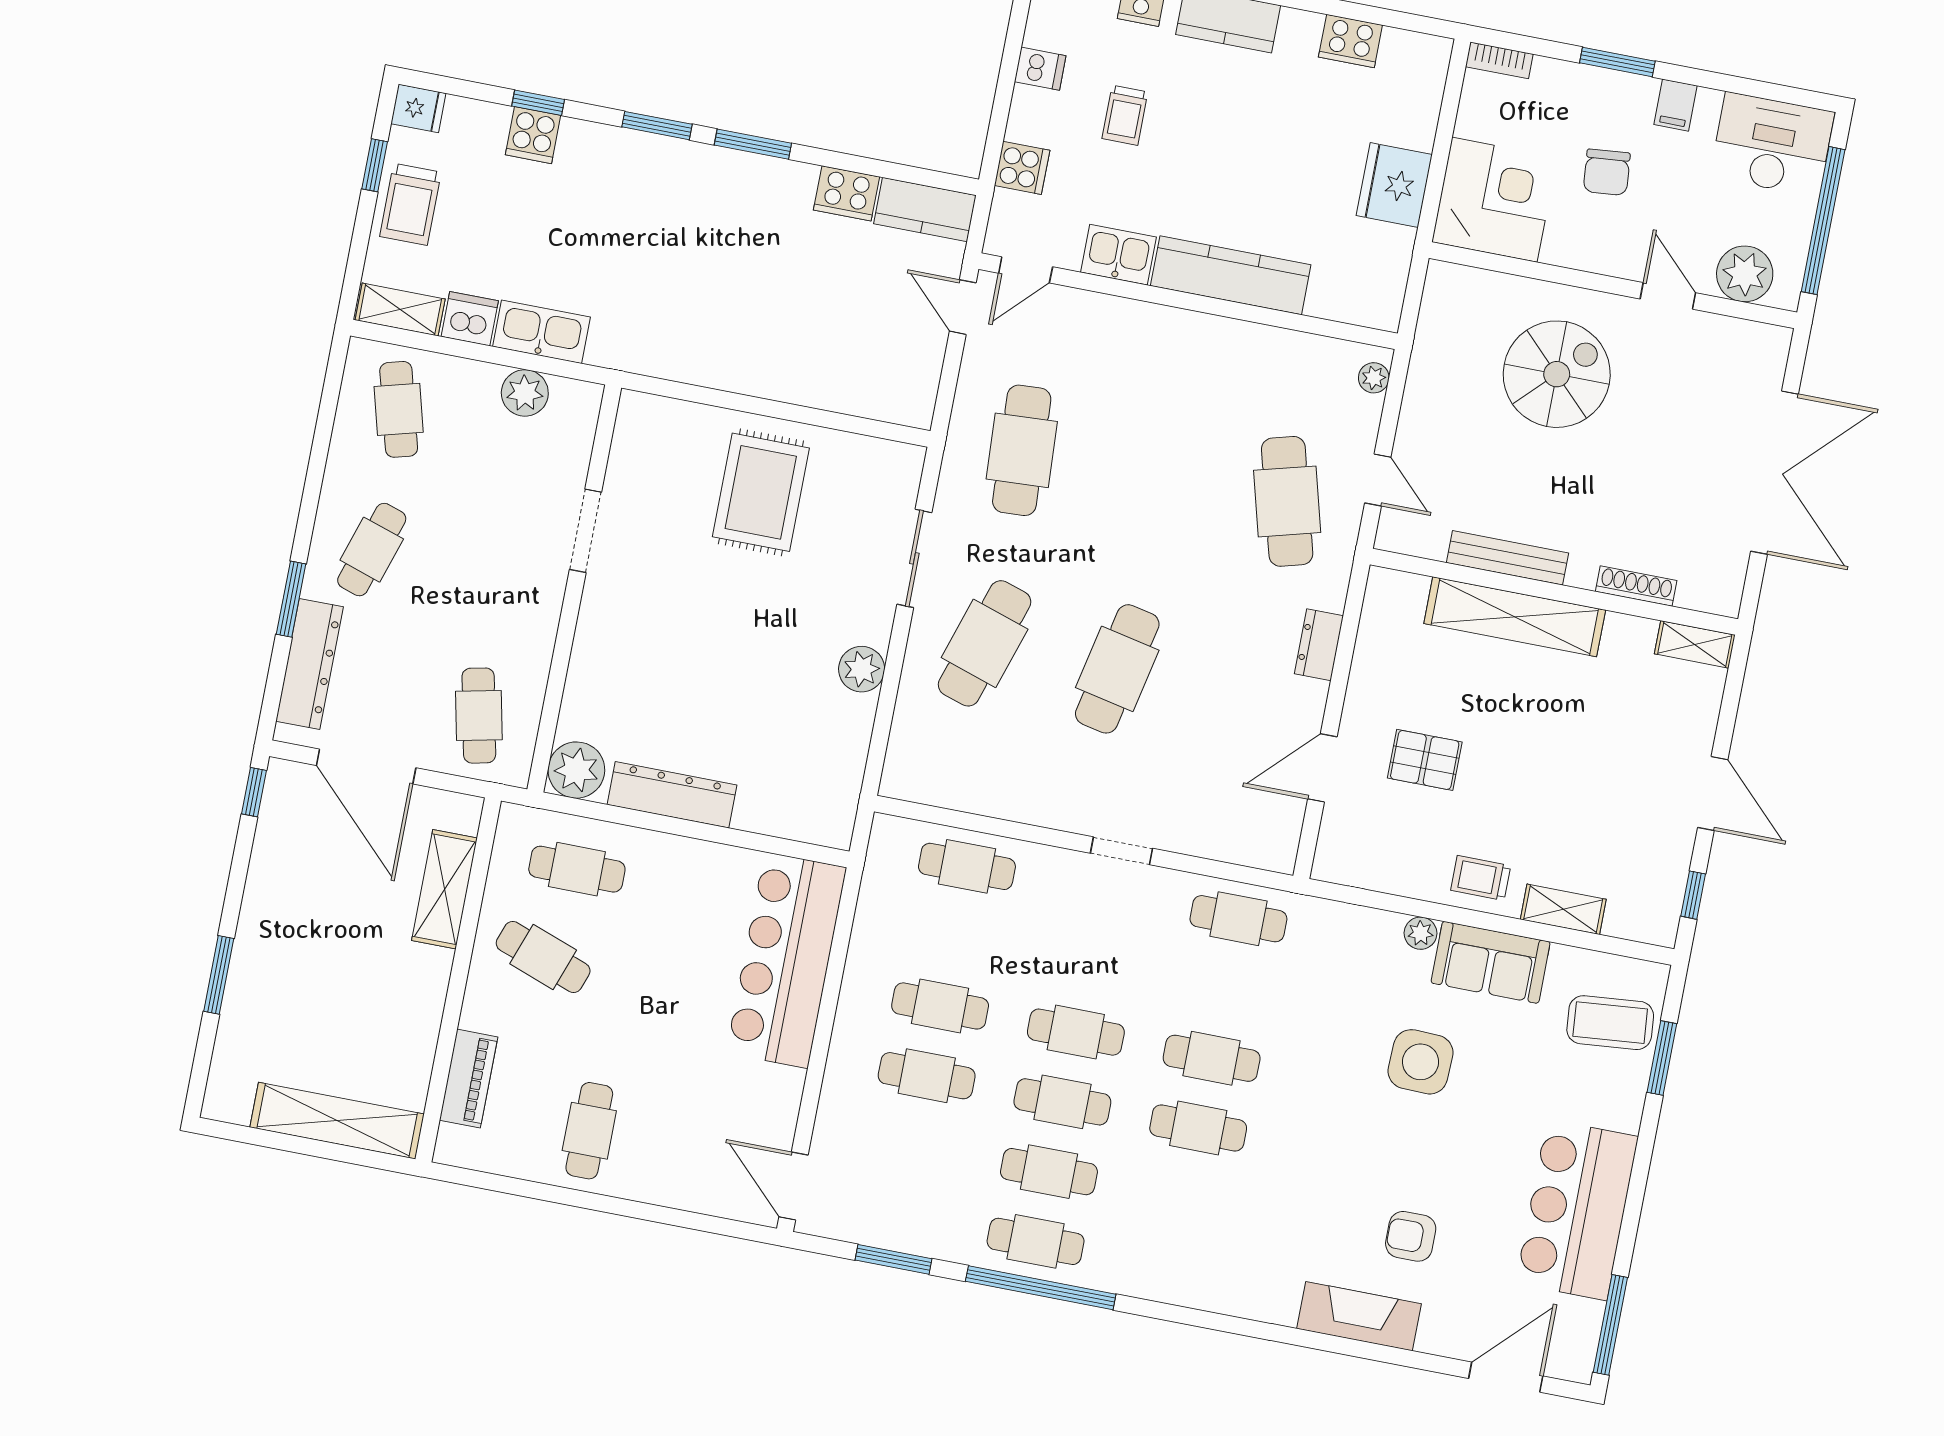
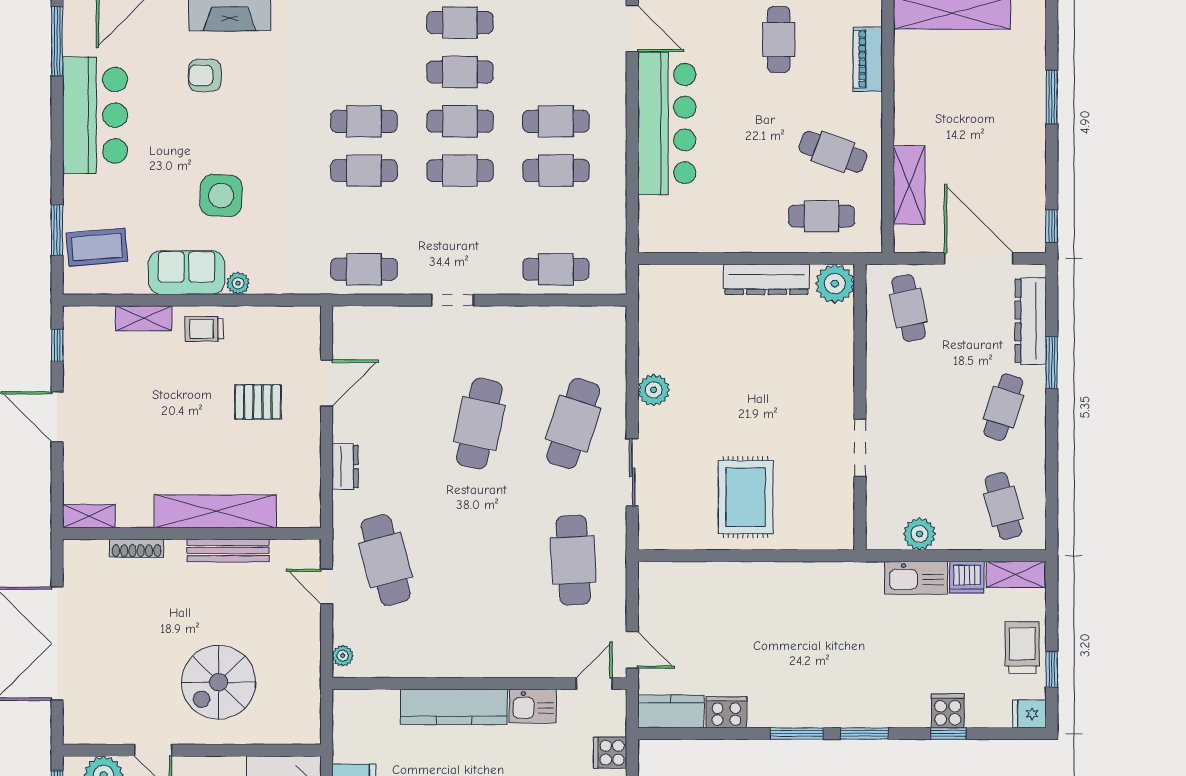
trolley: (1481, 878) -> (204, 329), turned 180
bar counter: (786, 960) -> (667, 124), moved
armchair: (1411, 1236) -> (205, 75), turned 180

